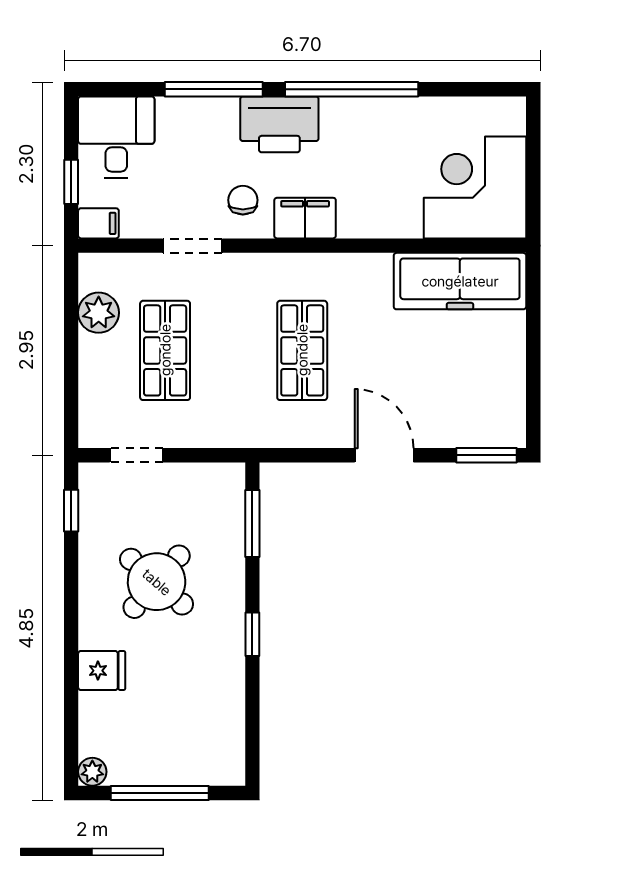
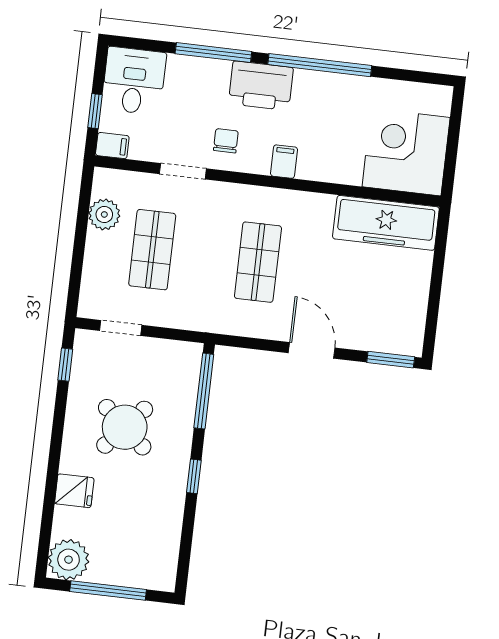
filing cabinet: (305, 218) -> (284, 162), width x0.50
window: (252, 523) -> (204, 391), width x1.44
plant: (92, 772) -> (69, 560), width x1.88, depth x1.88

